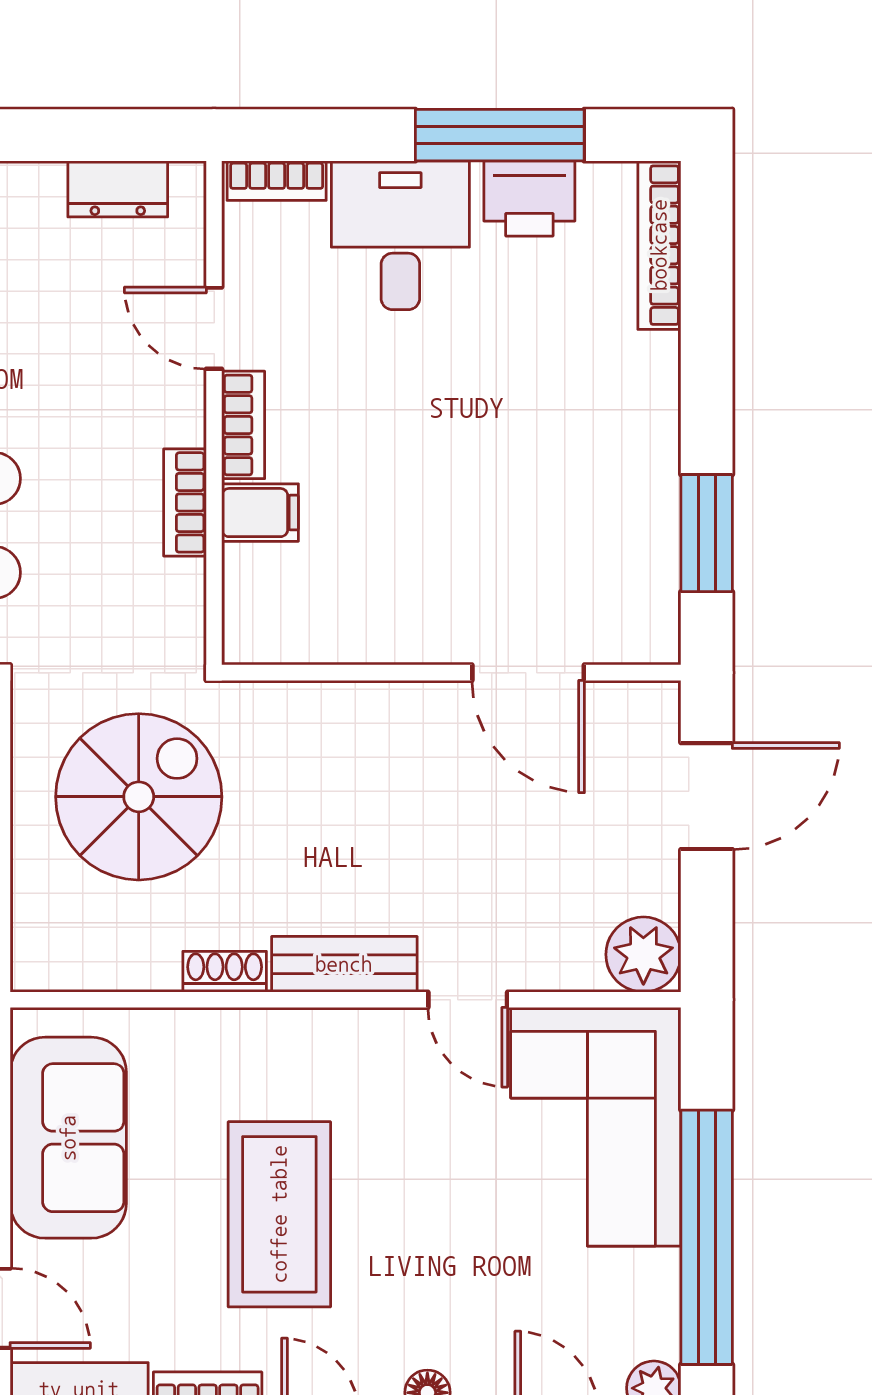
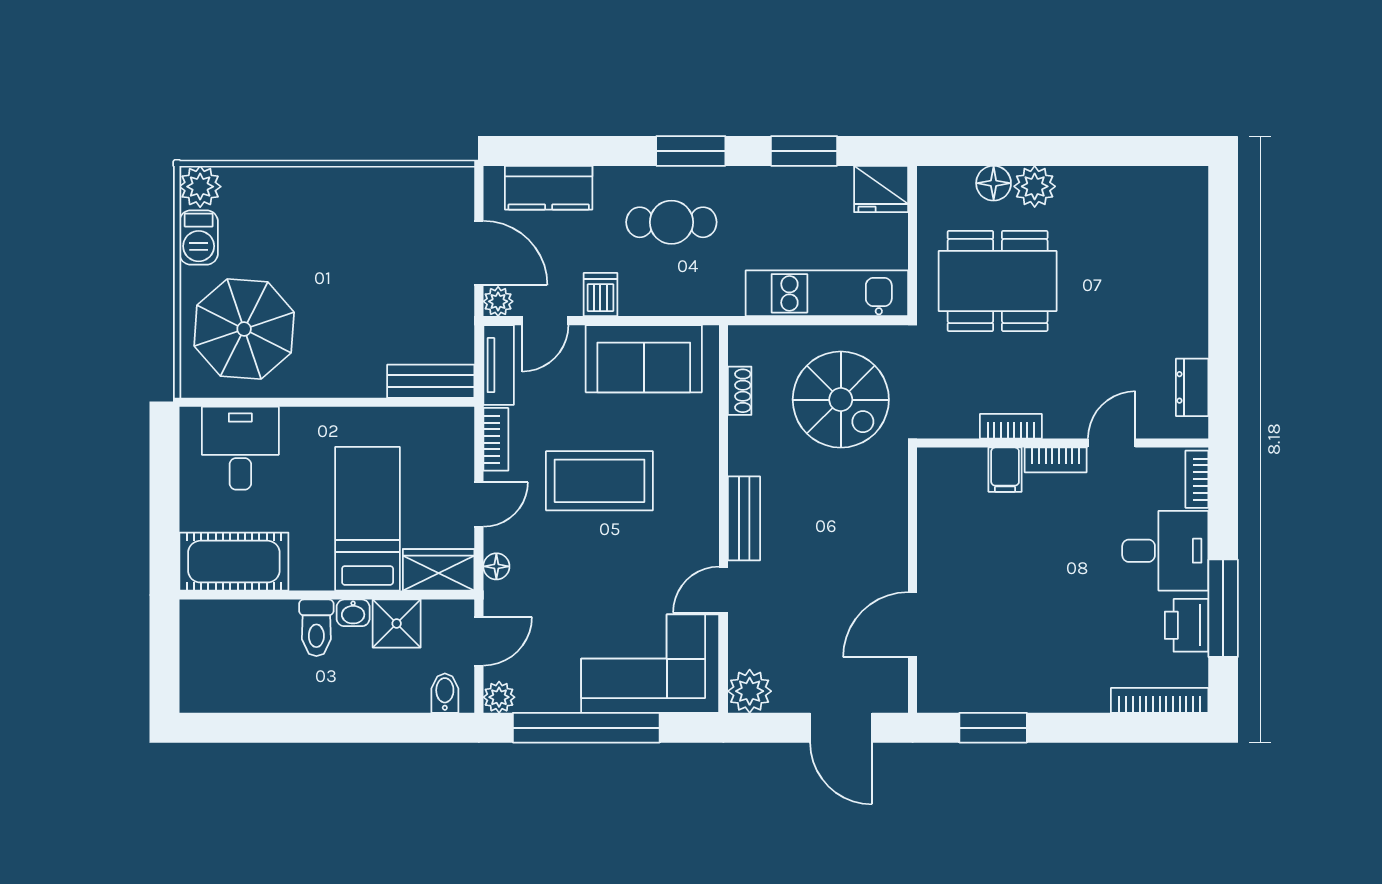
shoe rack: (225, 972) -> (740, 391), moved

